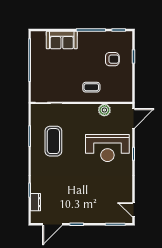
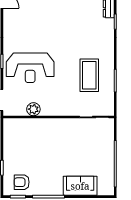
armchair: (112, 59) -> (22, 182), moved
coffee table: (91, 87) -> (48, 134), removed
reception desk: (107, 148) -> (30, 68), turned 180

